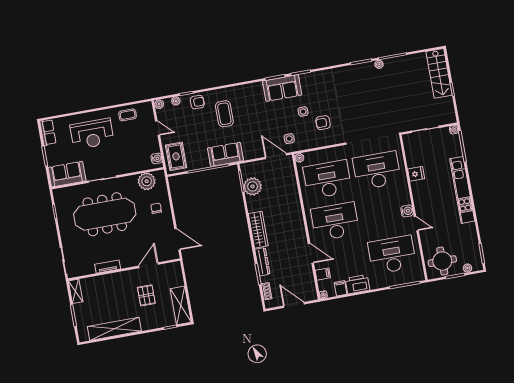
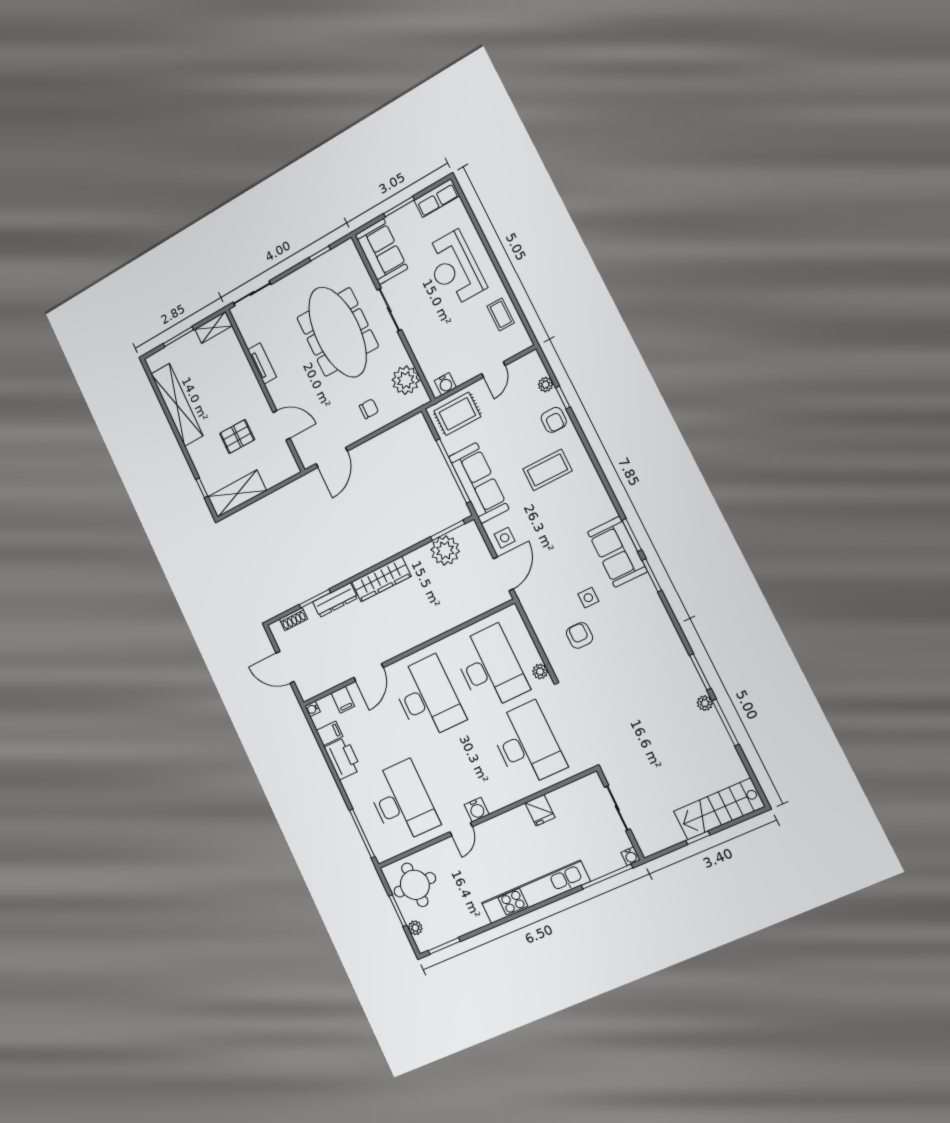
plant: (159, 104) -> (533, 359), removed
side table: (289, 139) -> (505, 538), moved
sofa: (225, 154) -> (479, 483), width x1.36
plant: (299, 158) -> (540, 671), moved
door: (294, 305) -> (285, 667), swing flipped

